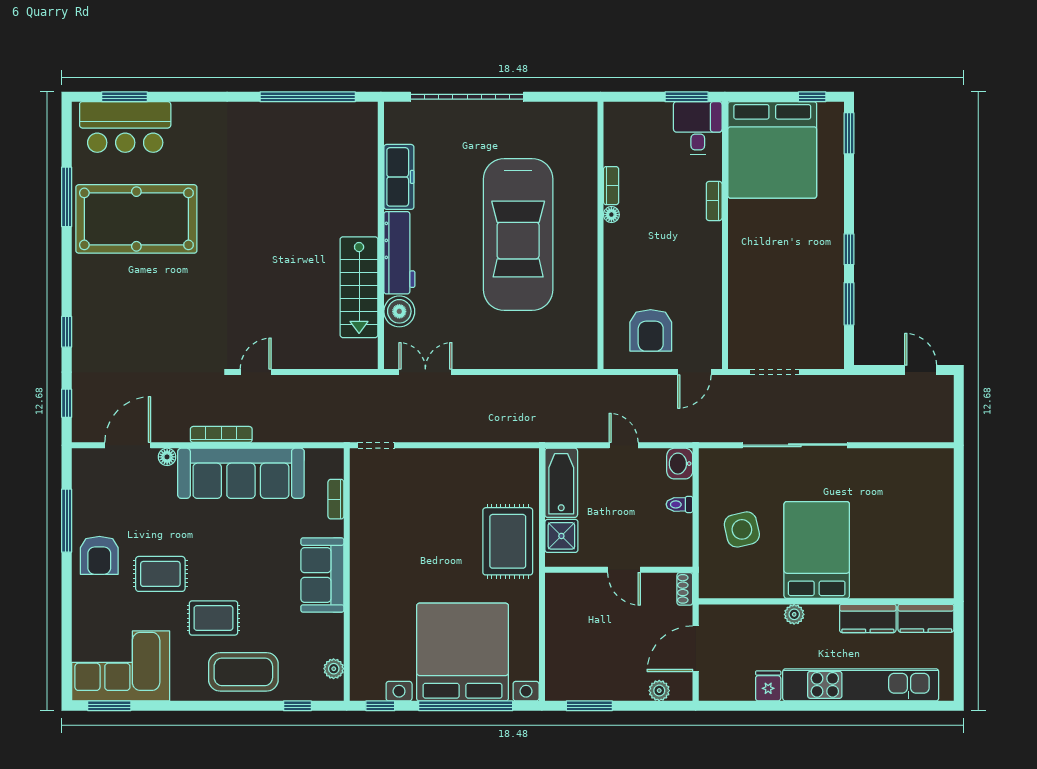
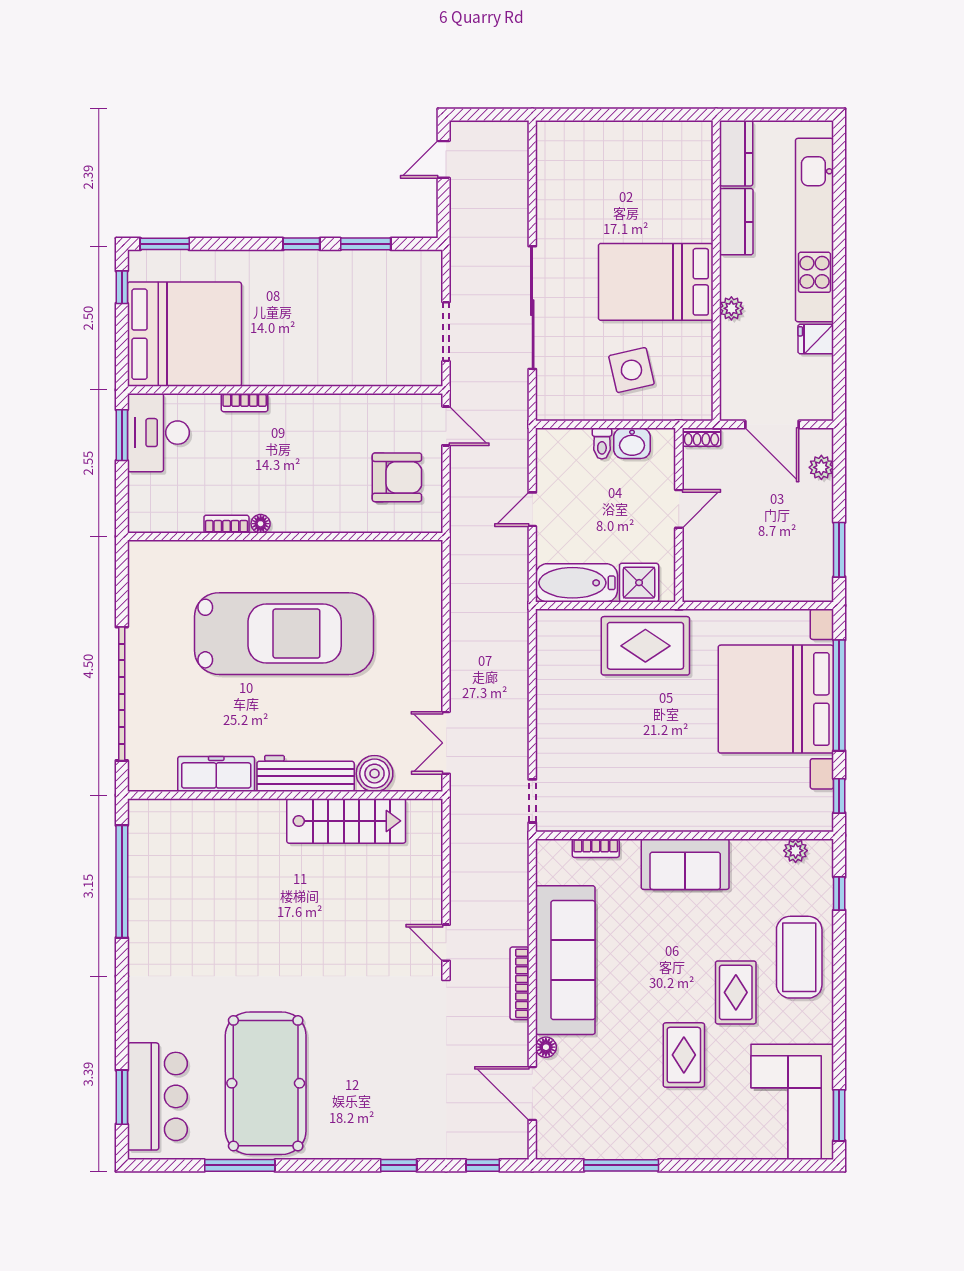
desk: (698, 128) -> (158, 433), width x1.37
washbasin: (680, 464) -> (632, 443), moved
armchair: (99, 555) -> (662, 1127), removed

